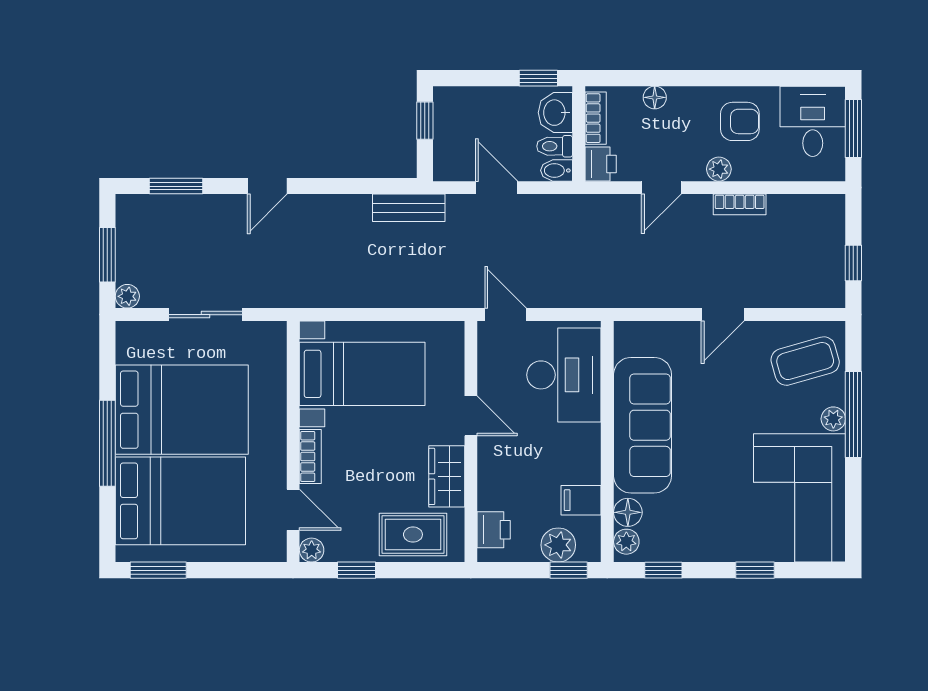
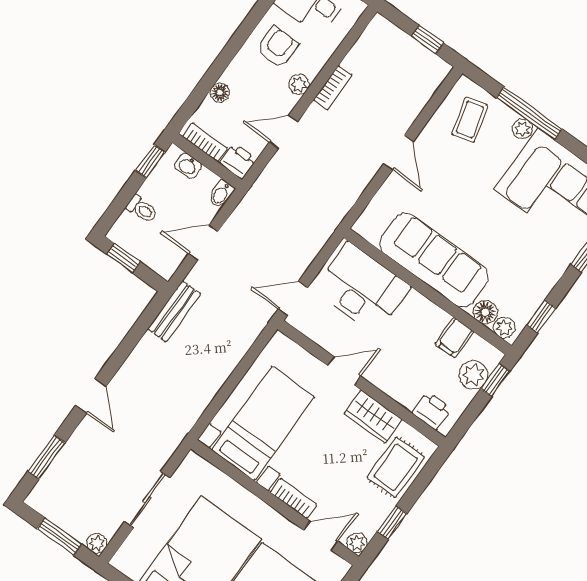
washbasin: (555, 113) -> (188, 166), width x0.72, depth x0.69
toilet: (555, 146) -> (142, 209), moved, turned -90
door: (661, 188) -> (283, 132), swing flipped
coffee table: (805, 361) -> (470, 120), width x0.73, depth x0.77

